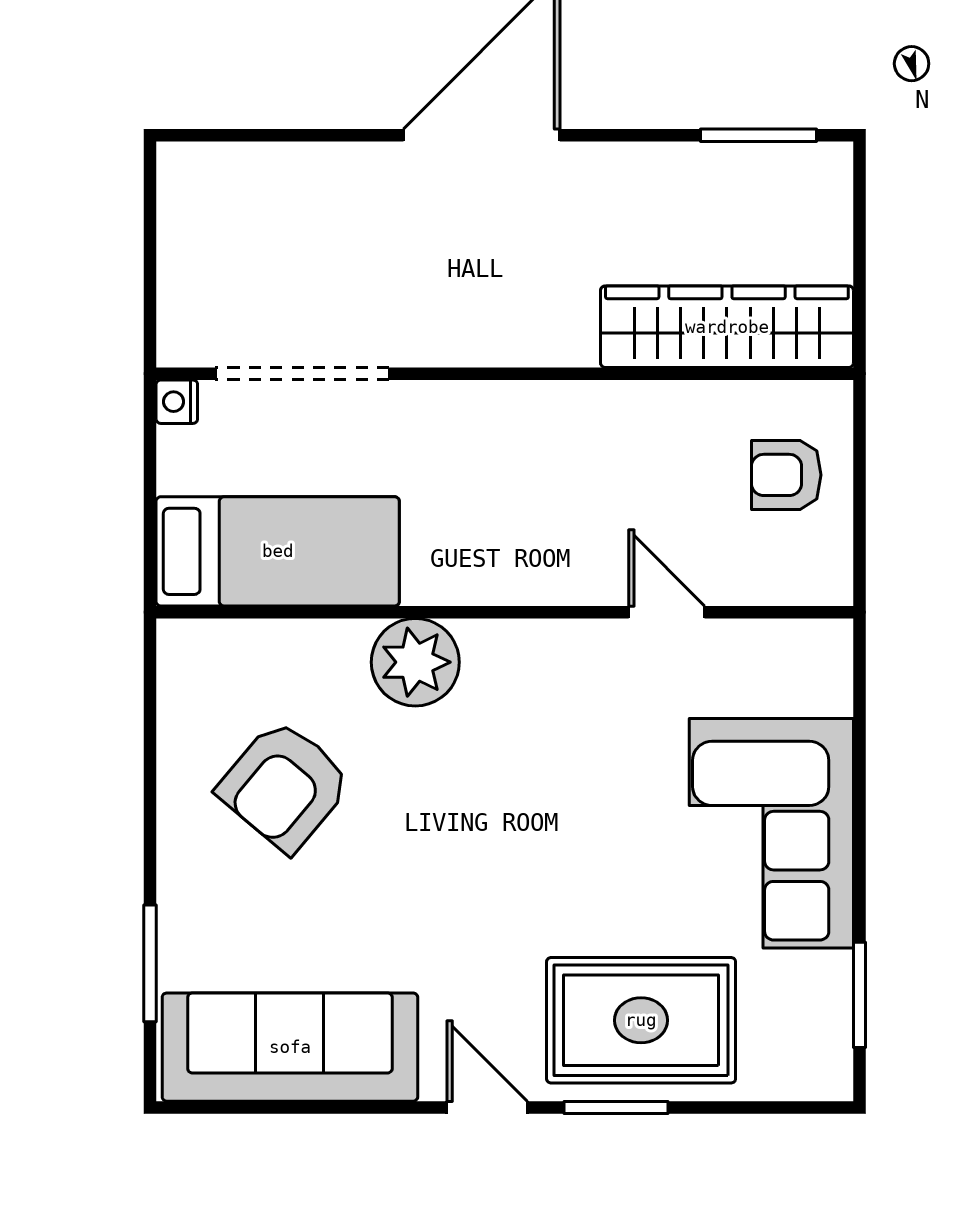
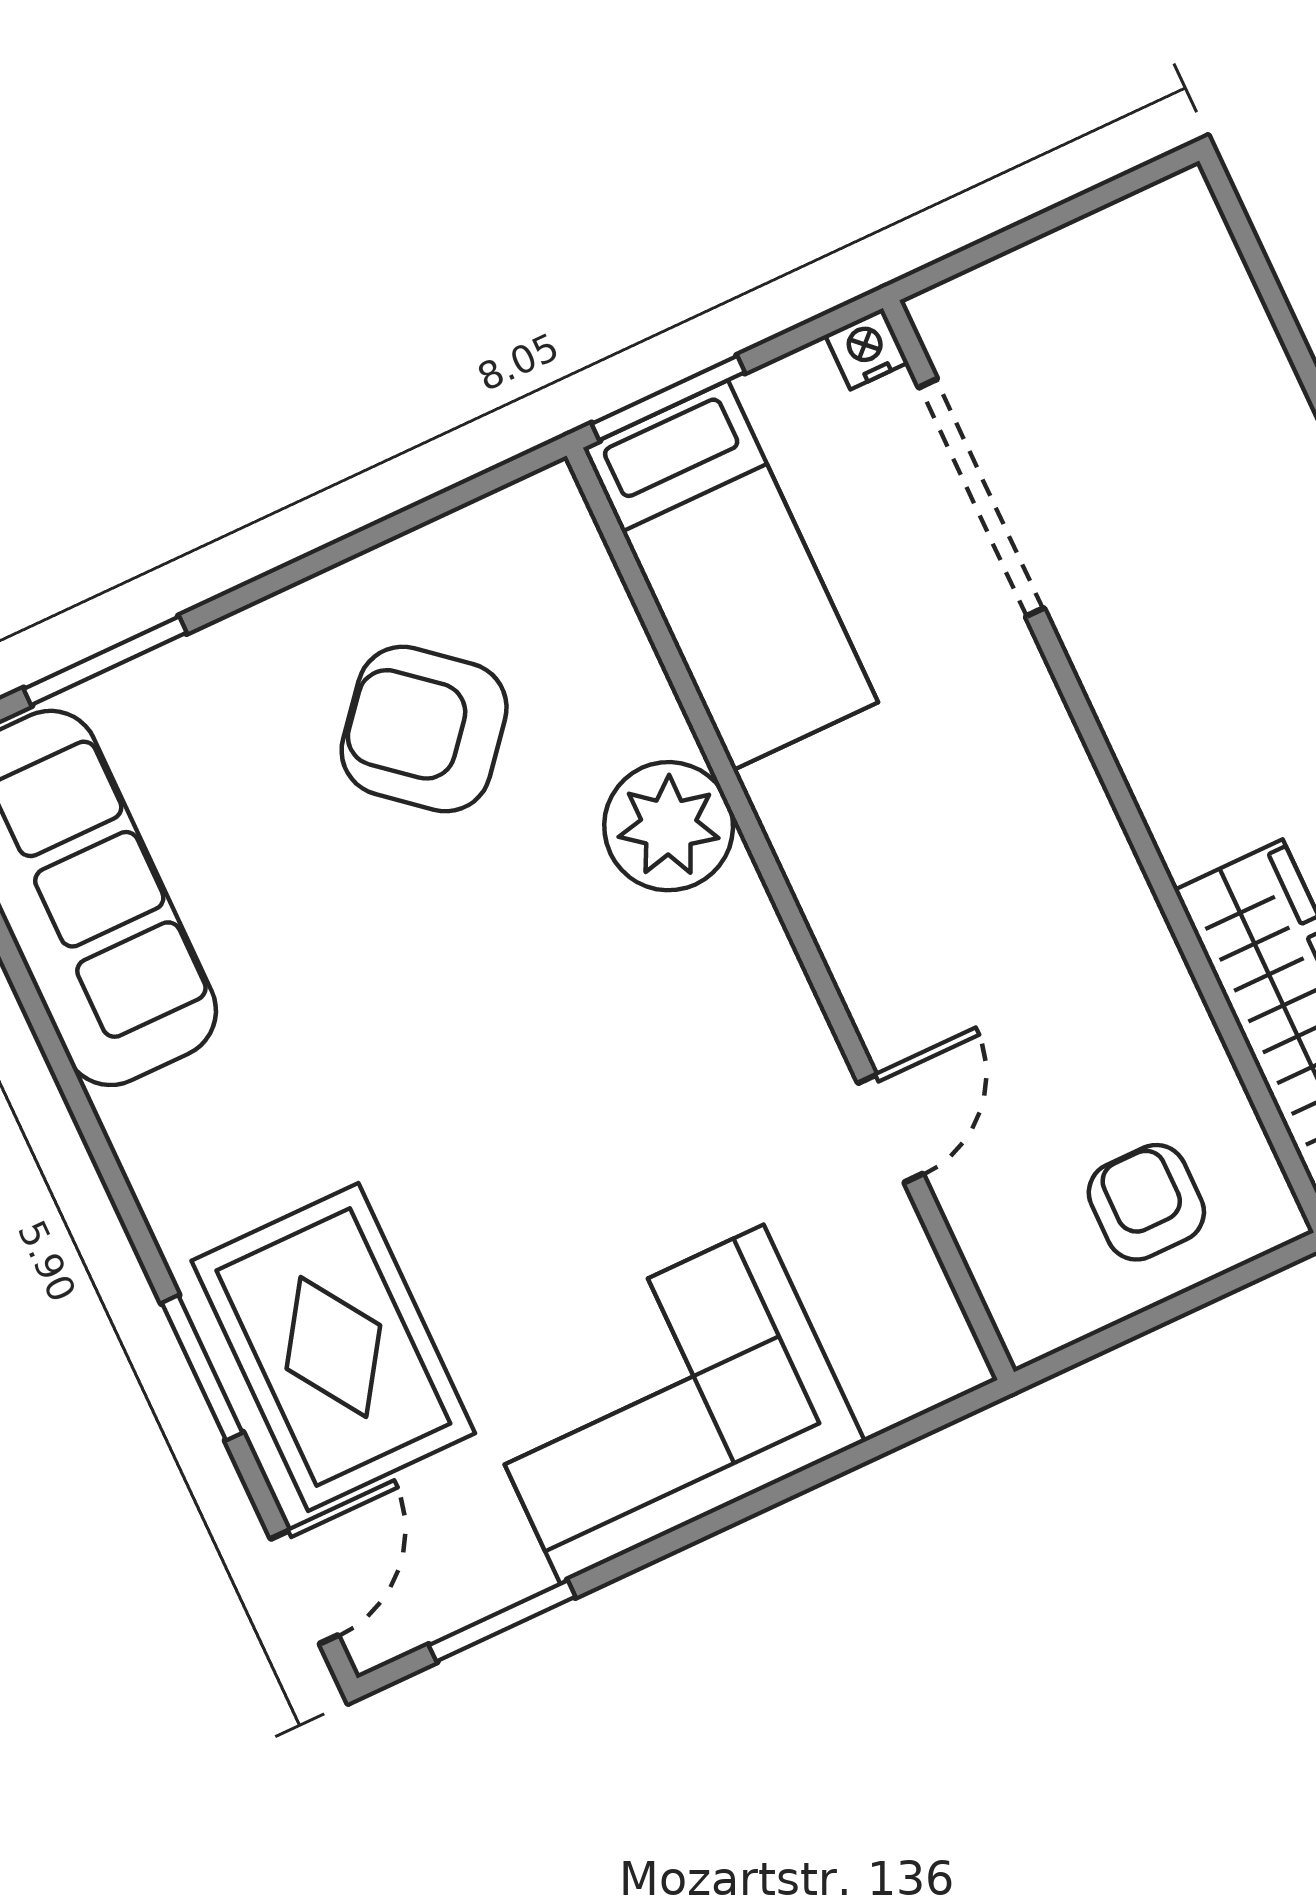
window: (150, 539) -> (668, 398), added
door: (487, 1107) -> (304, 1587), moved

